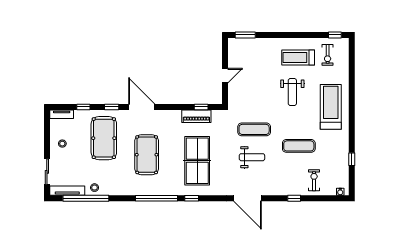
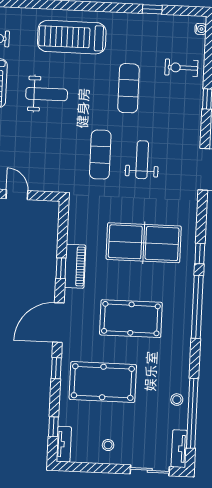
window: (83, 107) -> (53, 427), moved
window: (201, 107) -> (61, 268), moved
piano: (196, 116) -> (75, 266), moved
tv unit: (67, 191) -> (179, 449), width x0.71

